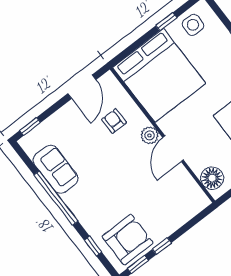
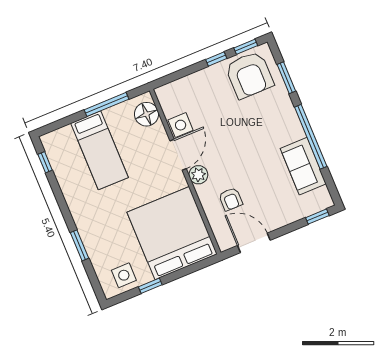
door: (82, 87) -> (254, 243), hinge flipped
side table: (178, 177) -> (181, 125), added
armchair: (128, 240) -> (249, 75), turned -90
window: (93, 246) -> (286, 78), width x1.50

